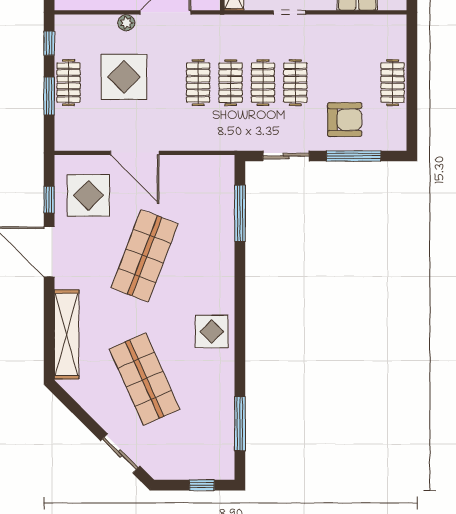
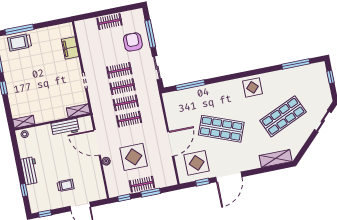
shelving: (67, 334) -> (276, 158), width x0.68

